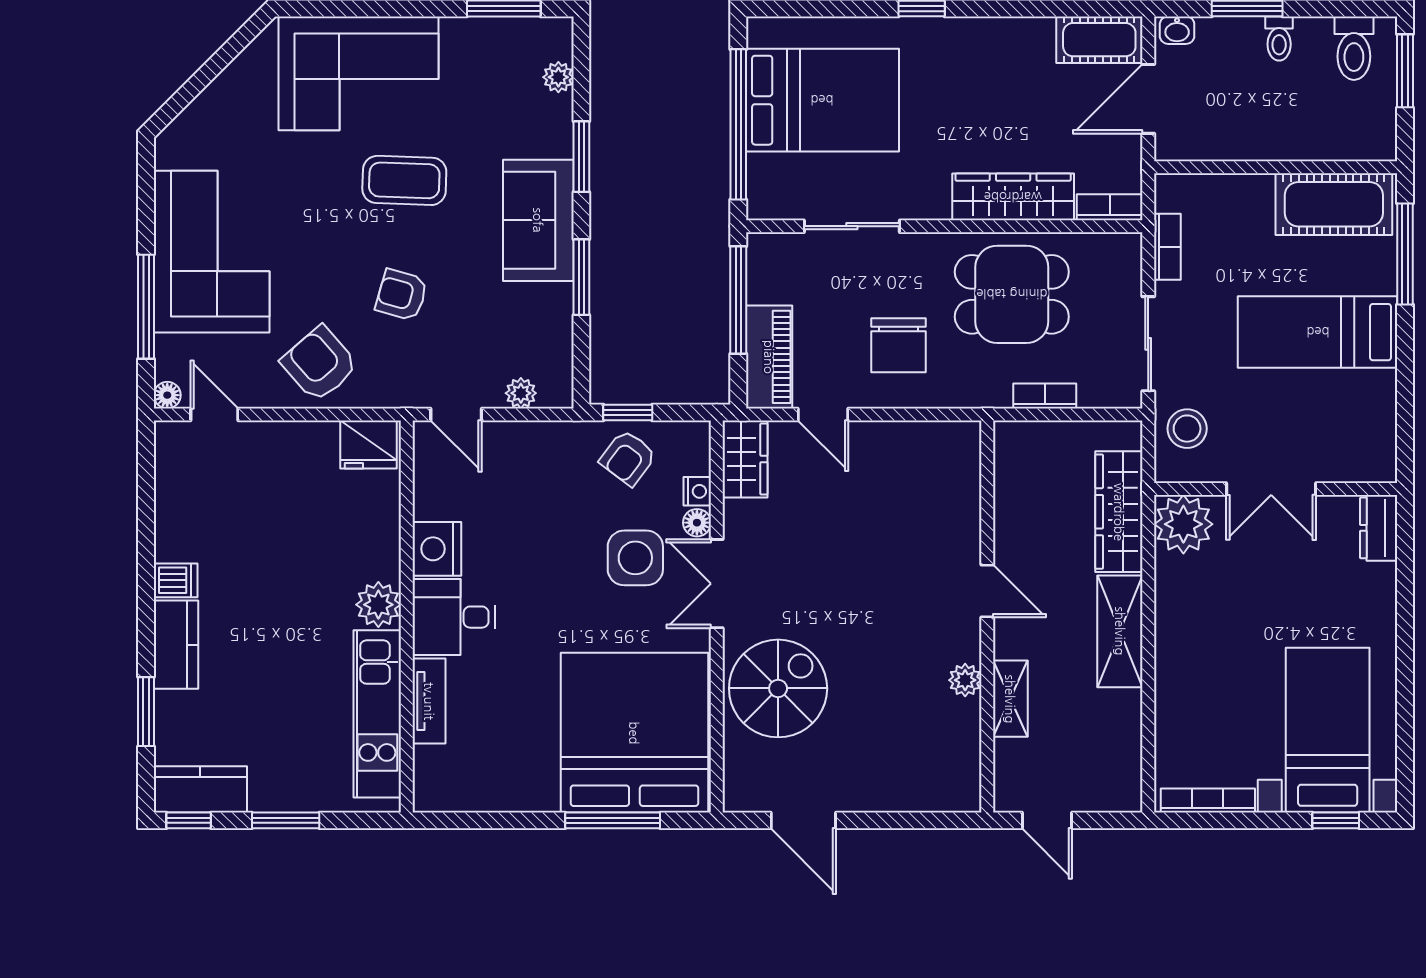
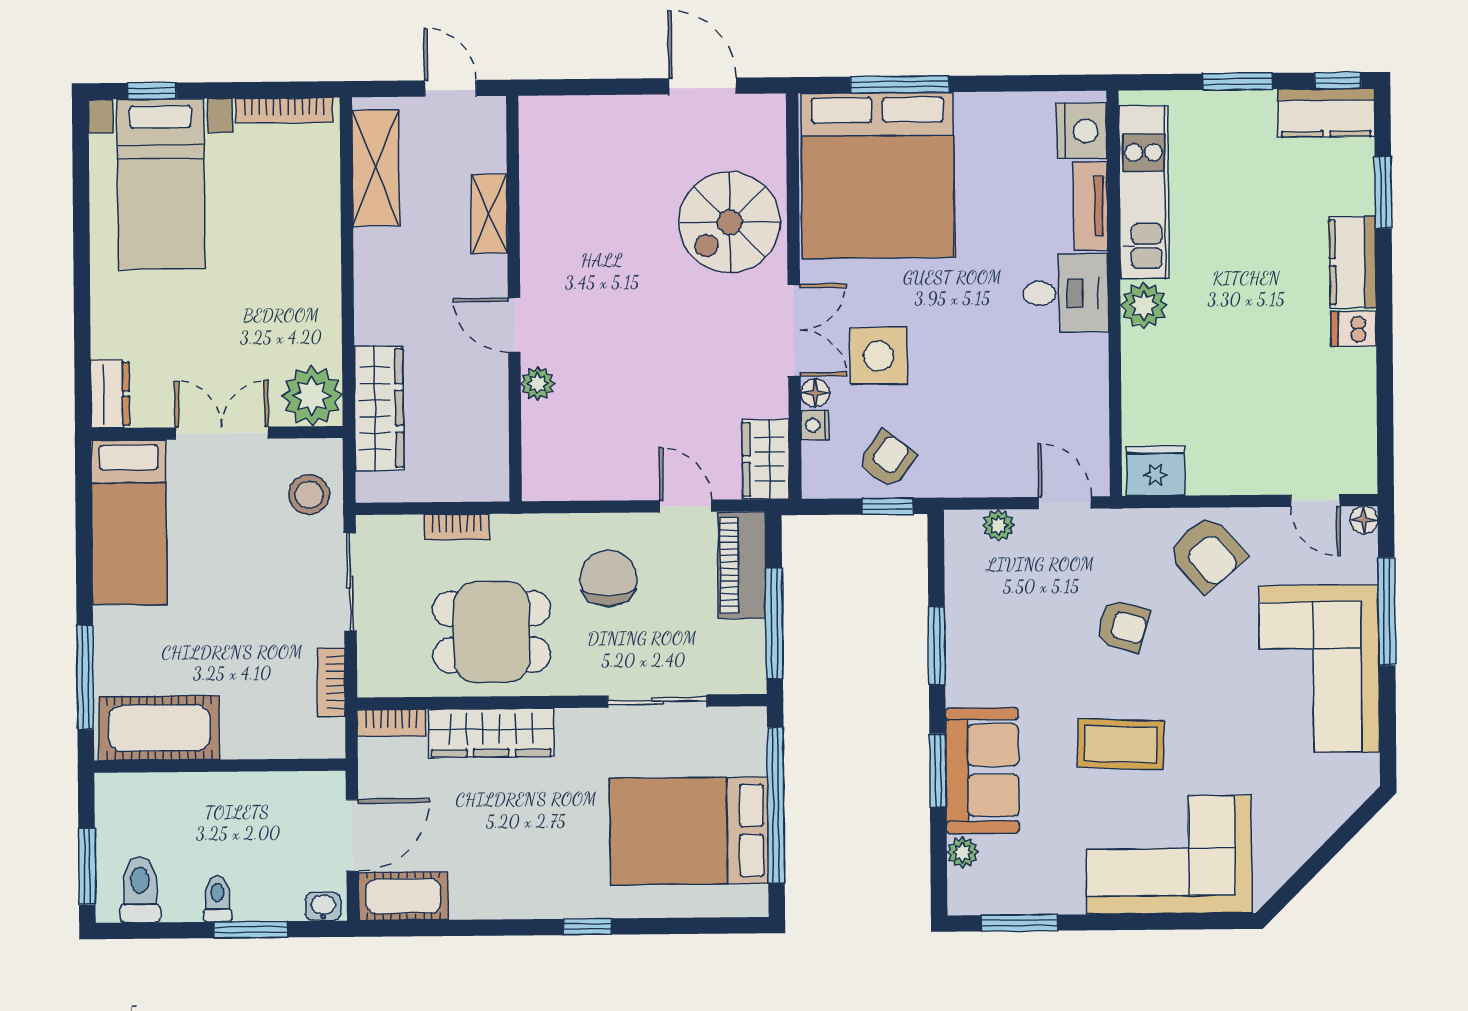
sofa: (538, 220) -> (982, 770), moved
bed: (1318, 332) -> (129, 522), moved, turned 90
nightstand: (437, 549) -> (1082, 131), moved
shelving: (1120, 631) -> (376, 168), moved
plant: (965, 680) -> (538, 384), moved

